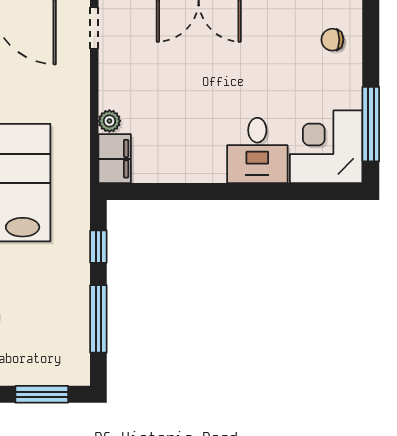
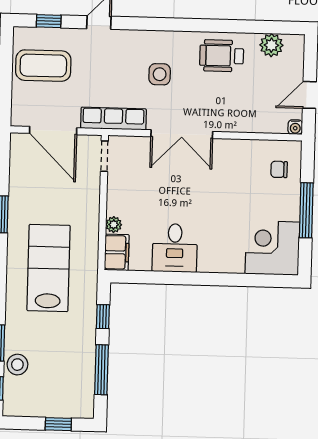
window: (371, 124) -> (306, 210), moved
desk: (257, 150) -> (175, 248), moved
window: (42, 394) -> (58, 424), width x0.67

